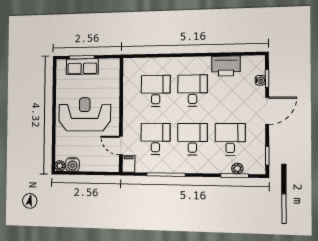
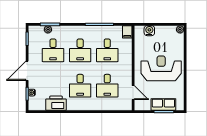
reception desk: (85, 114) -> (161, 68), turned 180
door: (121, 146) -> (133, 93), moved
water cooler: (72, 164) -> (149, 31), moved

